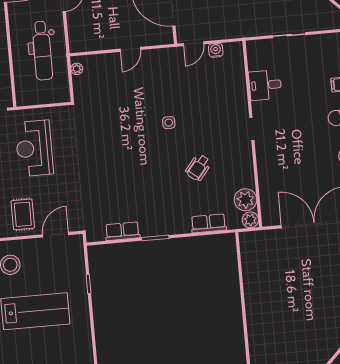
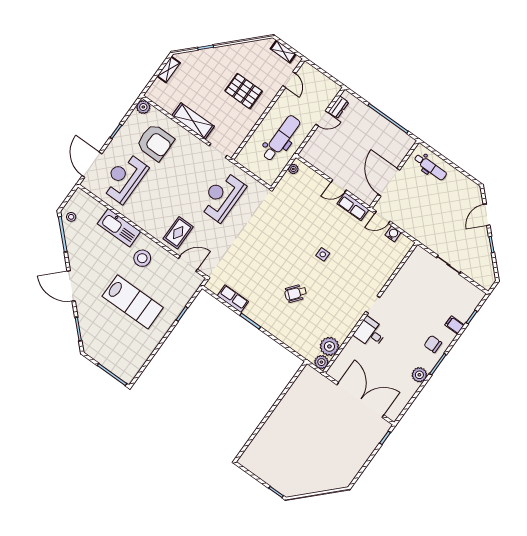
dental chair: (42, 51) -> (281, 138), turned 180
desk: (265, 85) -> (370, 333), moved
wheelchair: (198, 167) -> (296, 293), moved
row of seats: (209, 223) -> (353, 207), moved, turned 180

